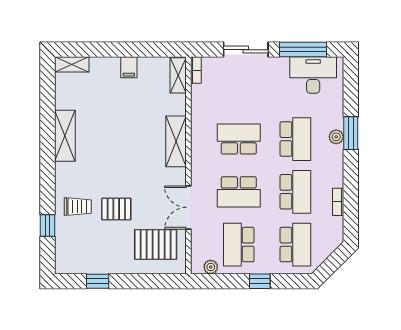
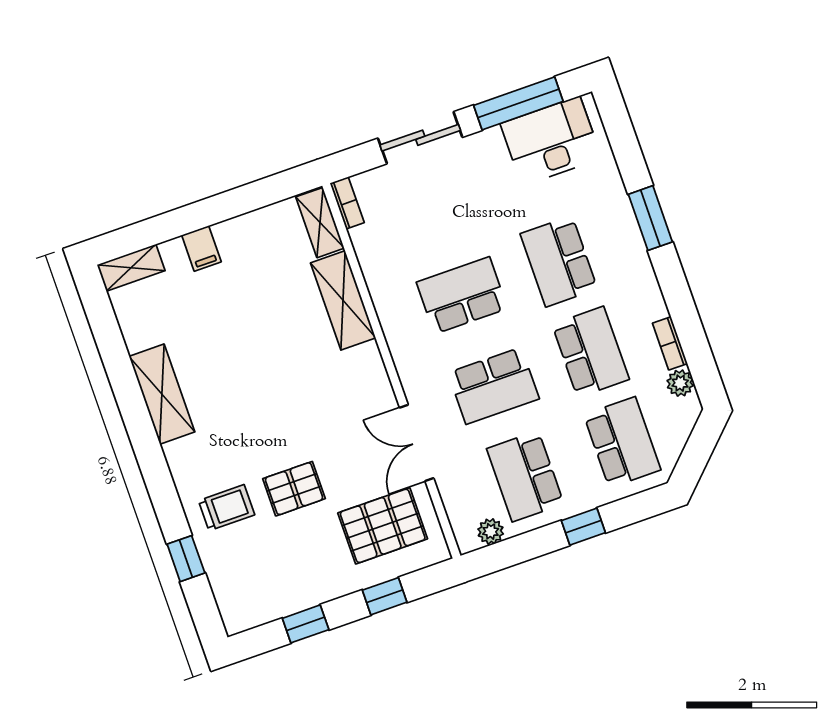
filing cabinet: (129, 67) -> (201, 248), moved
plant: (336, 137) -> (680, 383), moved
school desk: (295, 139) -> (559, 261), turned 180
shelving: (176, 141) -> (343, 300), moved
window: (144, 281) -> (385, 596), added

